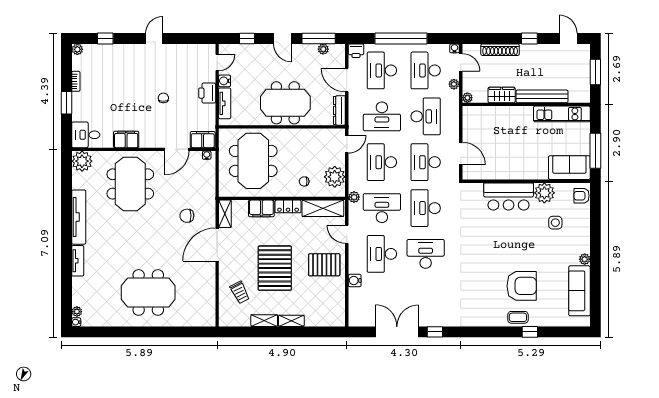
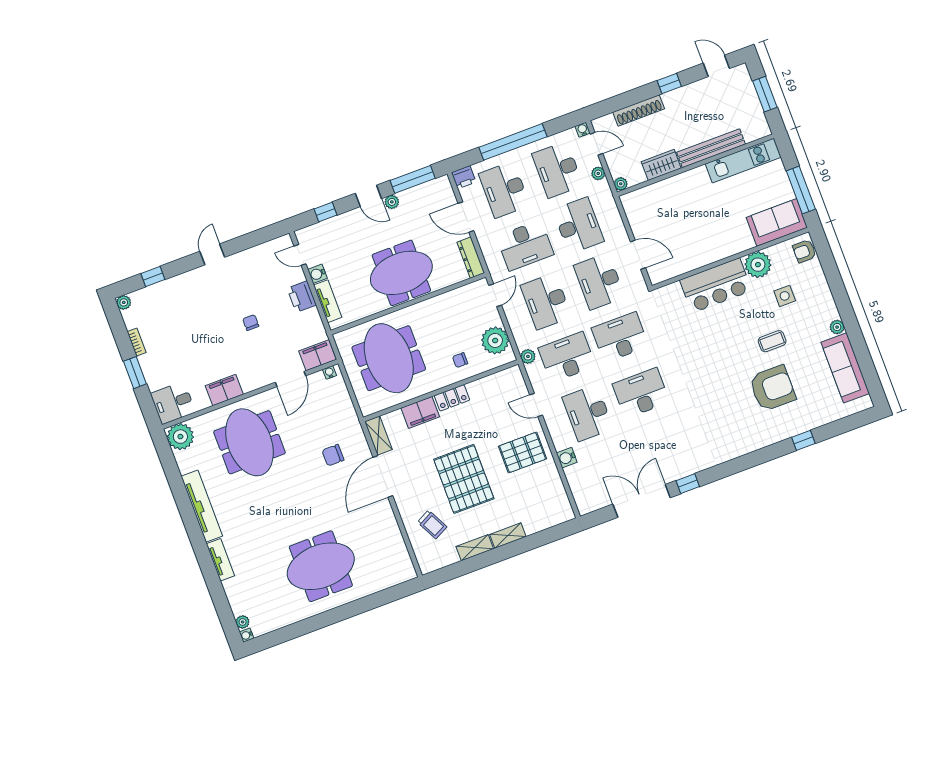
plant: (323, 49) -> (392, 202), moved
door: (217, 63) -> (300, 255), swing flipped
shelving: (323, 208) -> (495, 384), removed
desk: (426, 208) -> (620, 337), turned 90
coffee table: (518, 317) -> (772, 341), moved

